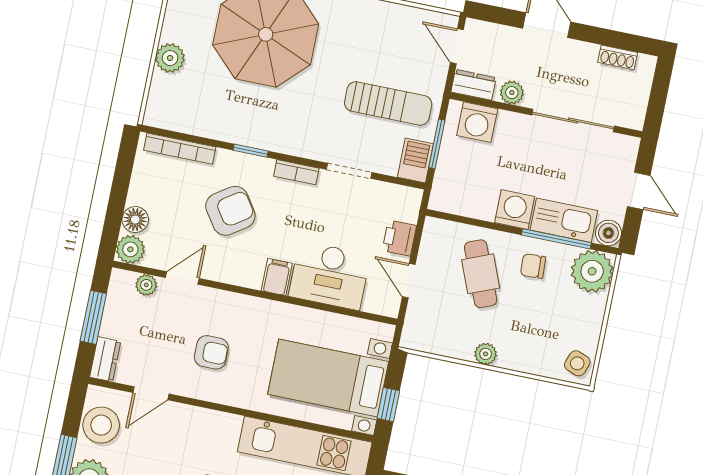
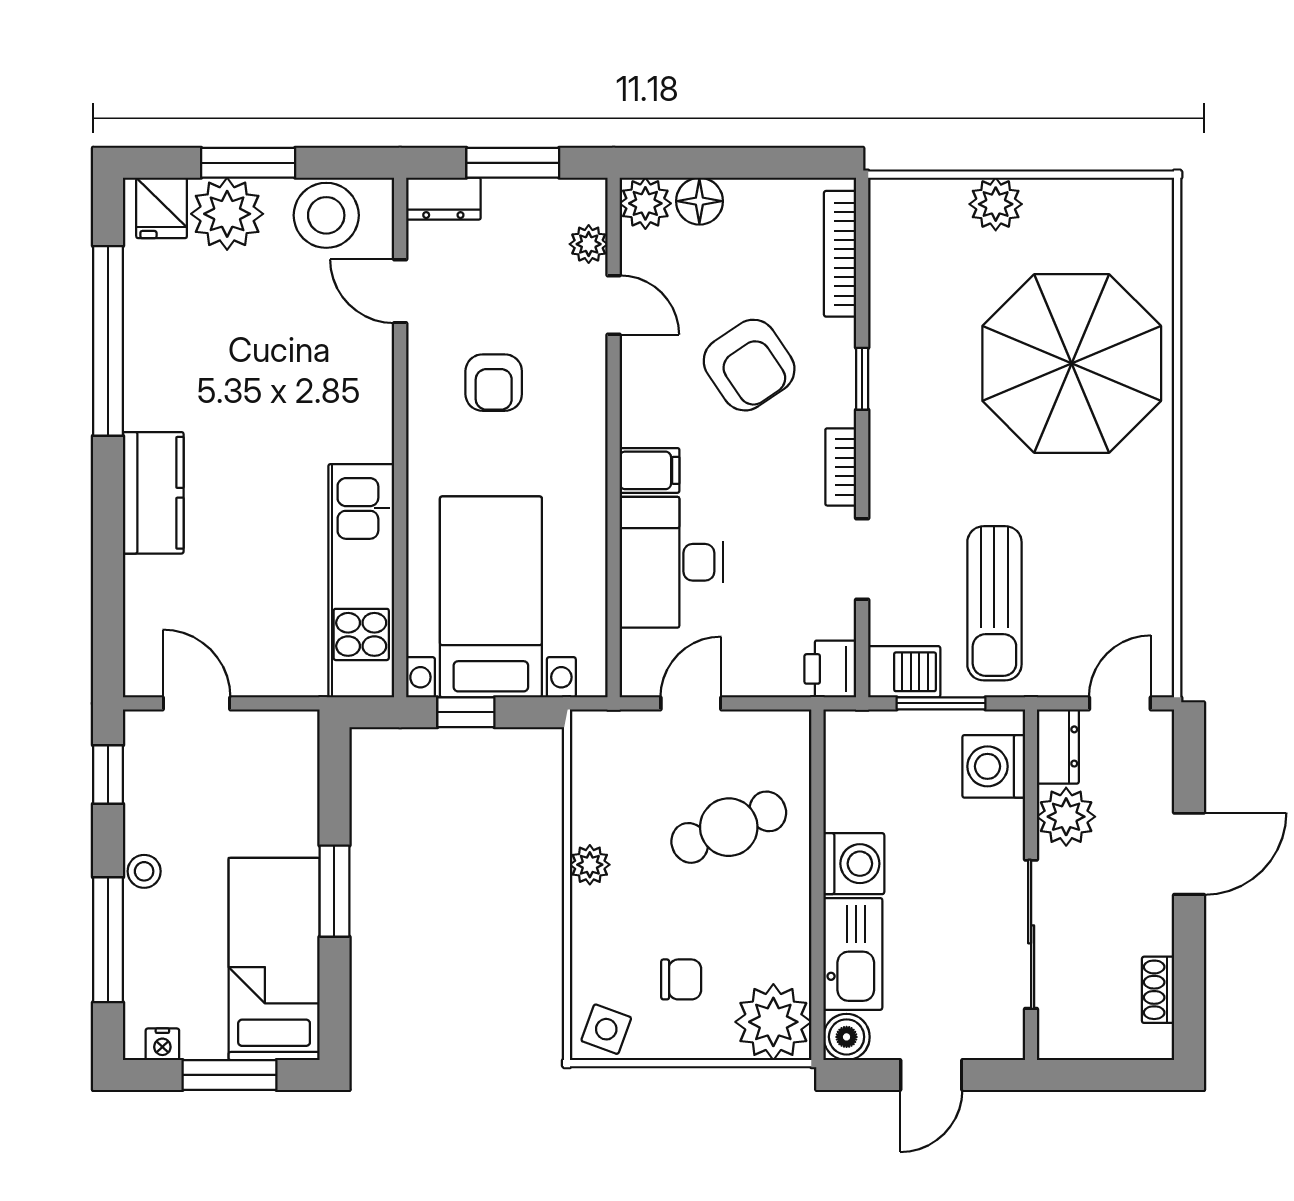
plant: (512, 93) -> (1066, 817), width x1.38, depth x1.38
printer: (399, 238) -> (830, 669), moved, turned -90
window: (556, 239) -> (817, 948), removed
chair: (533, 266) -> (681, 979), moved, turned 93

